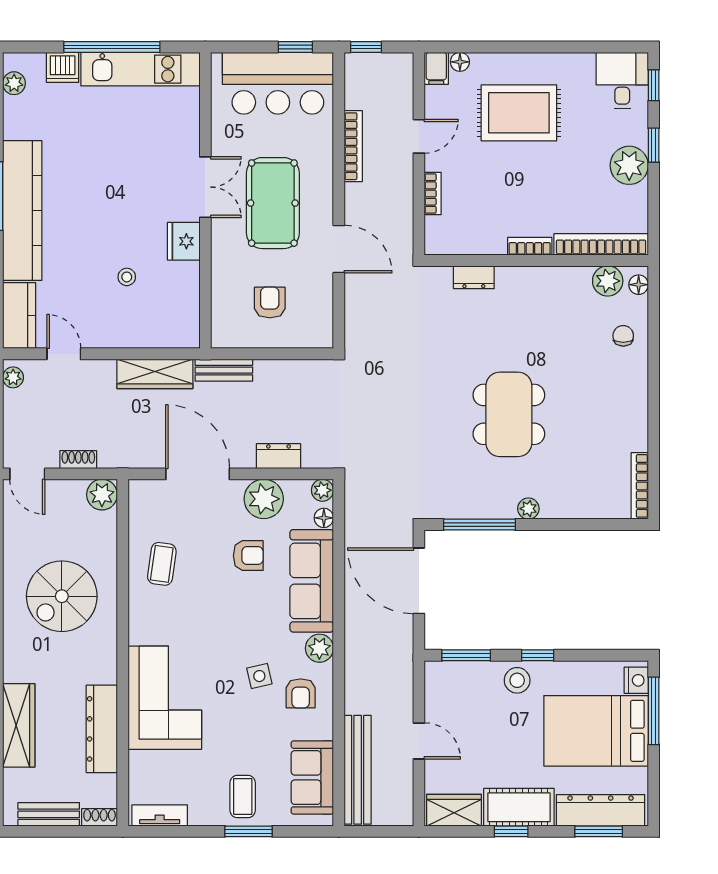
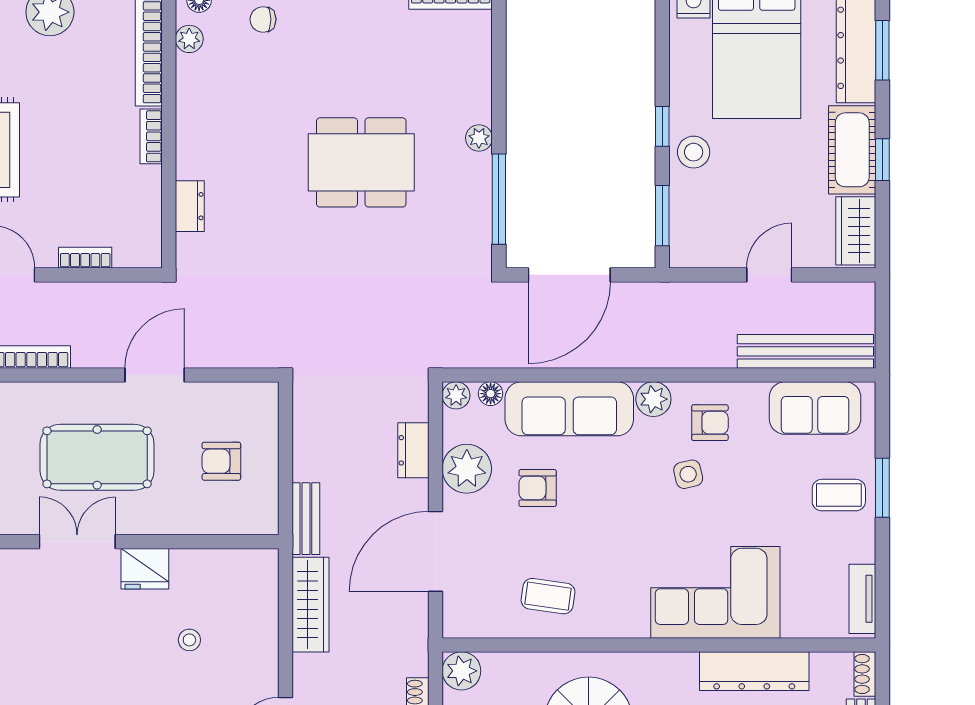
plant: (608, 281) -> (189, 39), width x0.73, depth x0.73
armchair: (248, 556) -> (538, 488), turned -90

